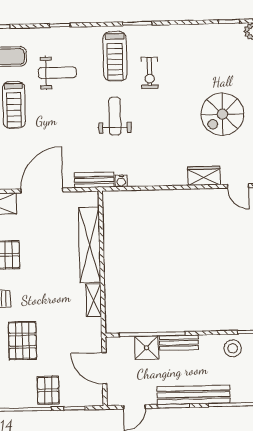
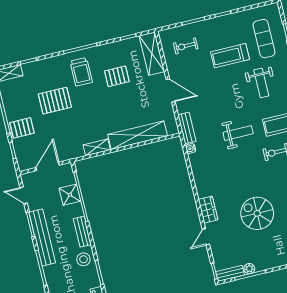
door: (42, 190) -> (171, 91), width x0.73
bench: (179, 343) -> (82, 232), moved

